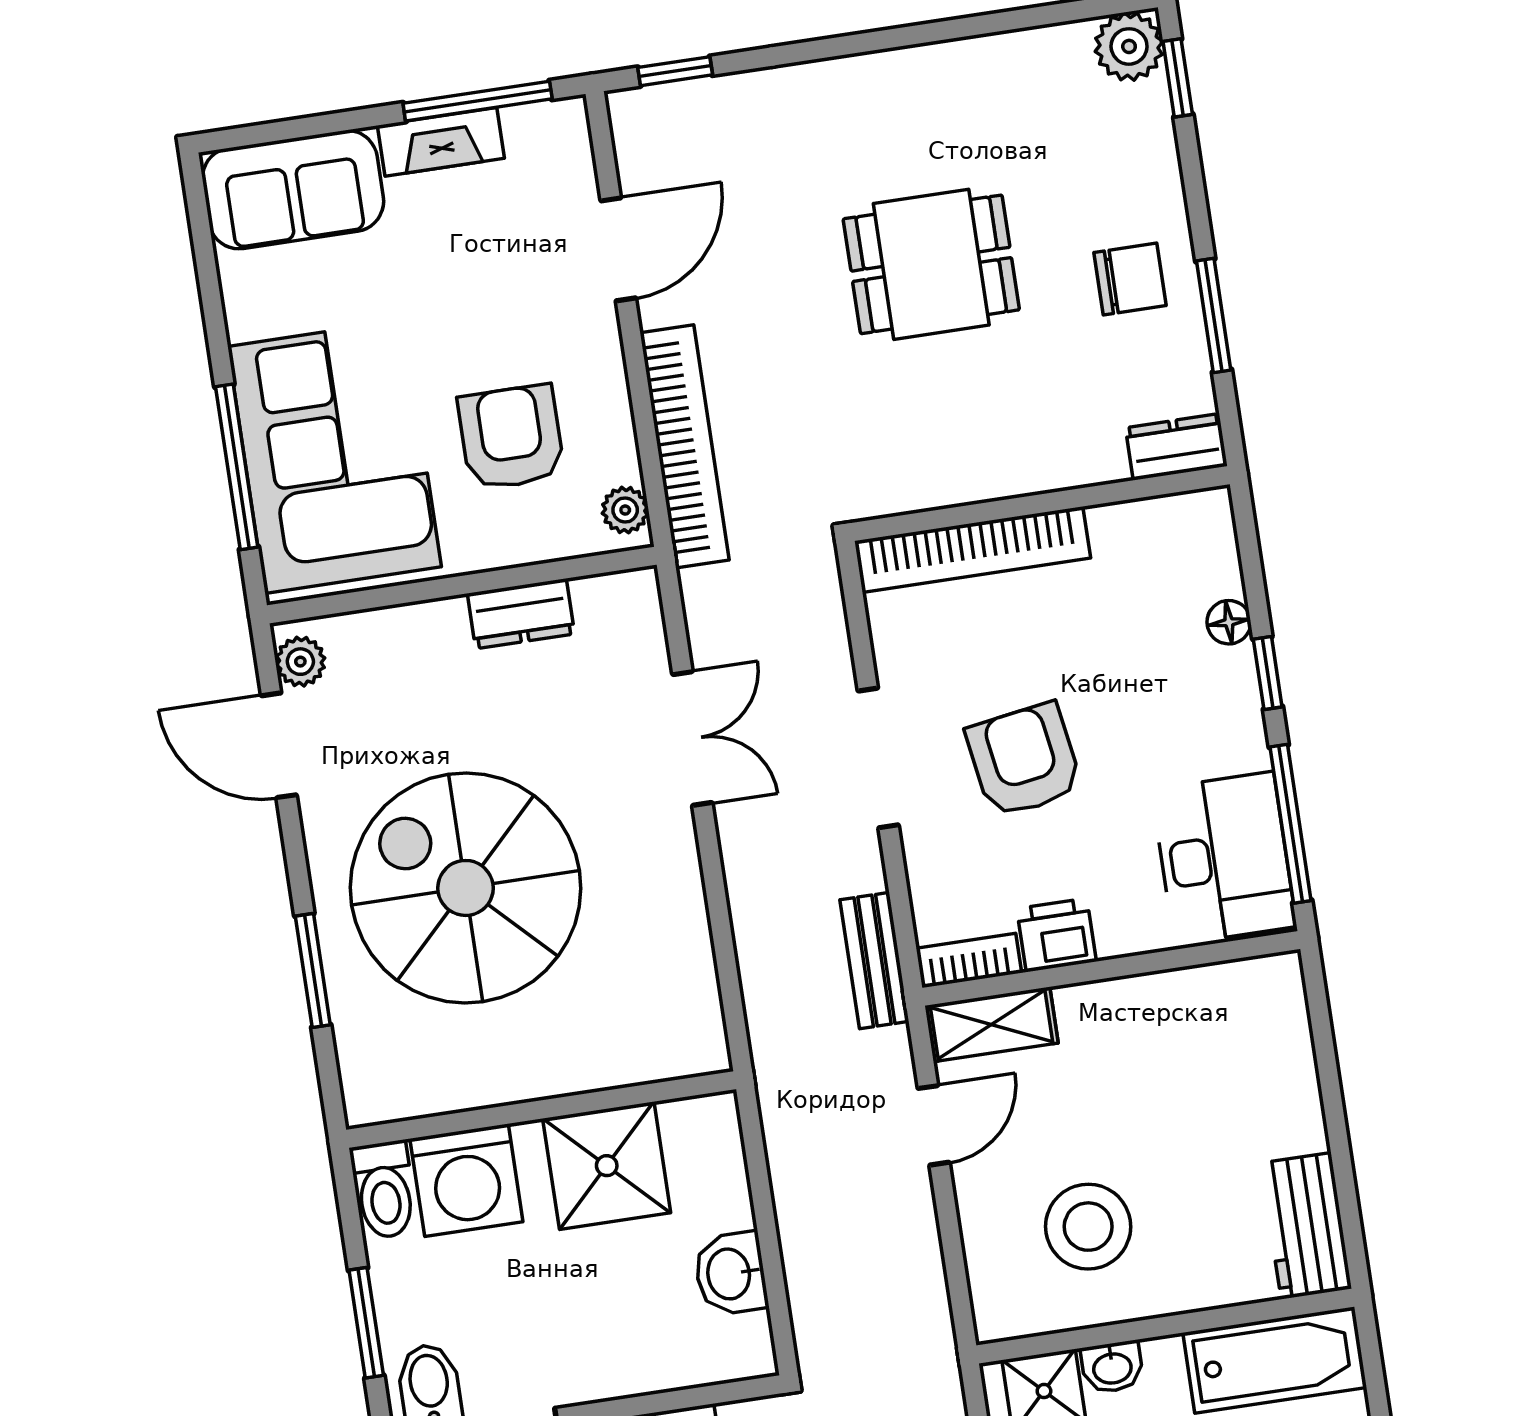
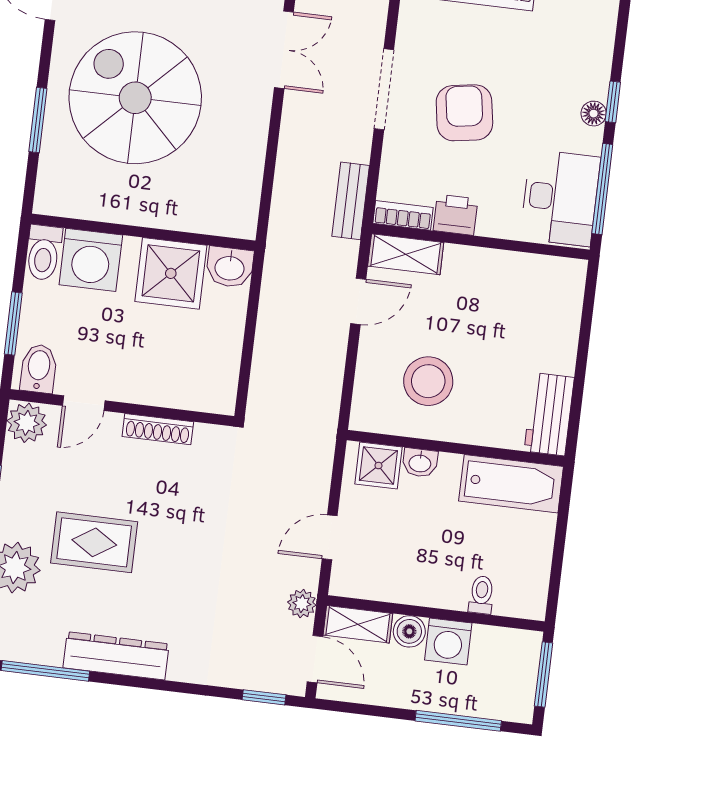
floor lamp: (1229, 622) -> (594, 114), moved
washbasin: (731, 1274) -> (230, 267), moved, turned -90

